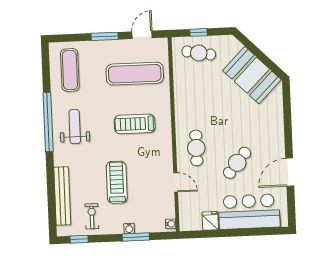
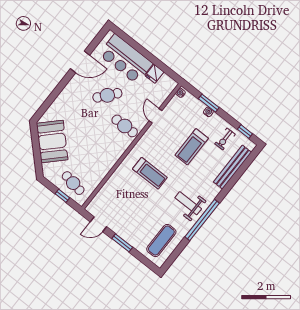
exercise mat: (135, 74) -> (123, 204), removed
weight bench: (75, 127) -> (188, 203), turned 90
cafe table: (196, 148) -> (125, 126), turned 90

